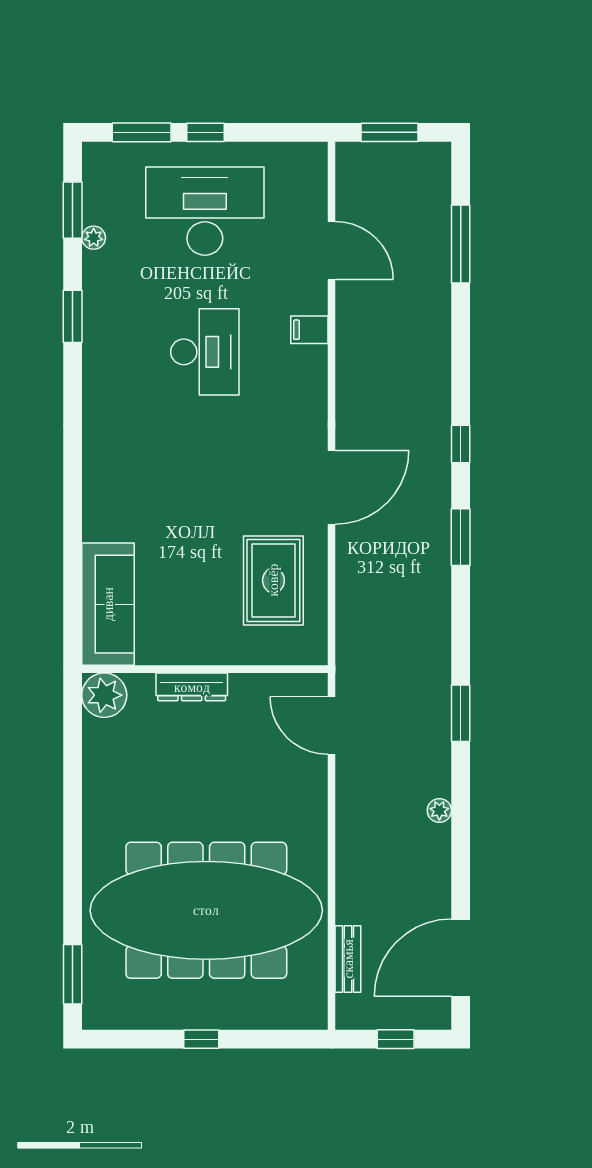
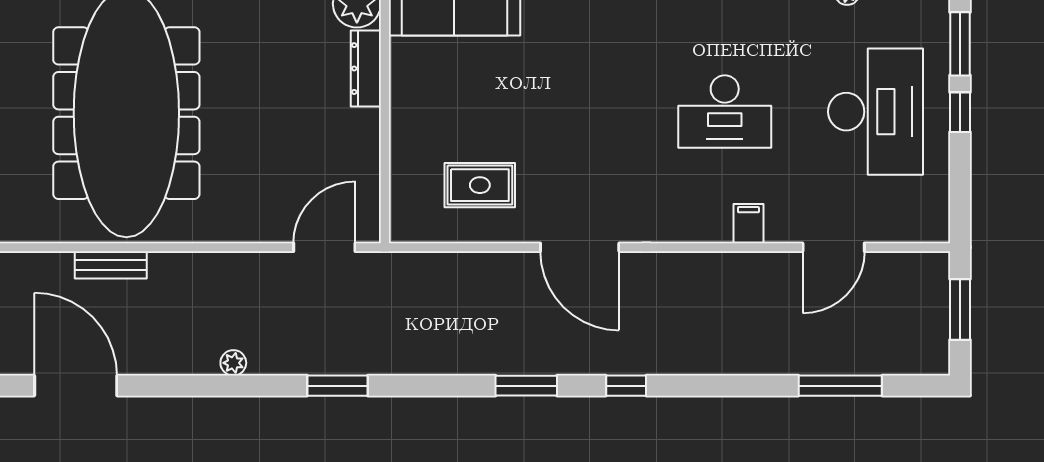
rug: (273, 580) -> (480, 185), width x0.73, depth x0.70
dresser: (192, 687) -> (366, 69), moved
bench: (348, 959) -> (111, 265), moved

